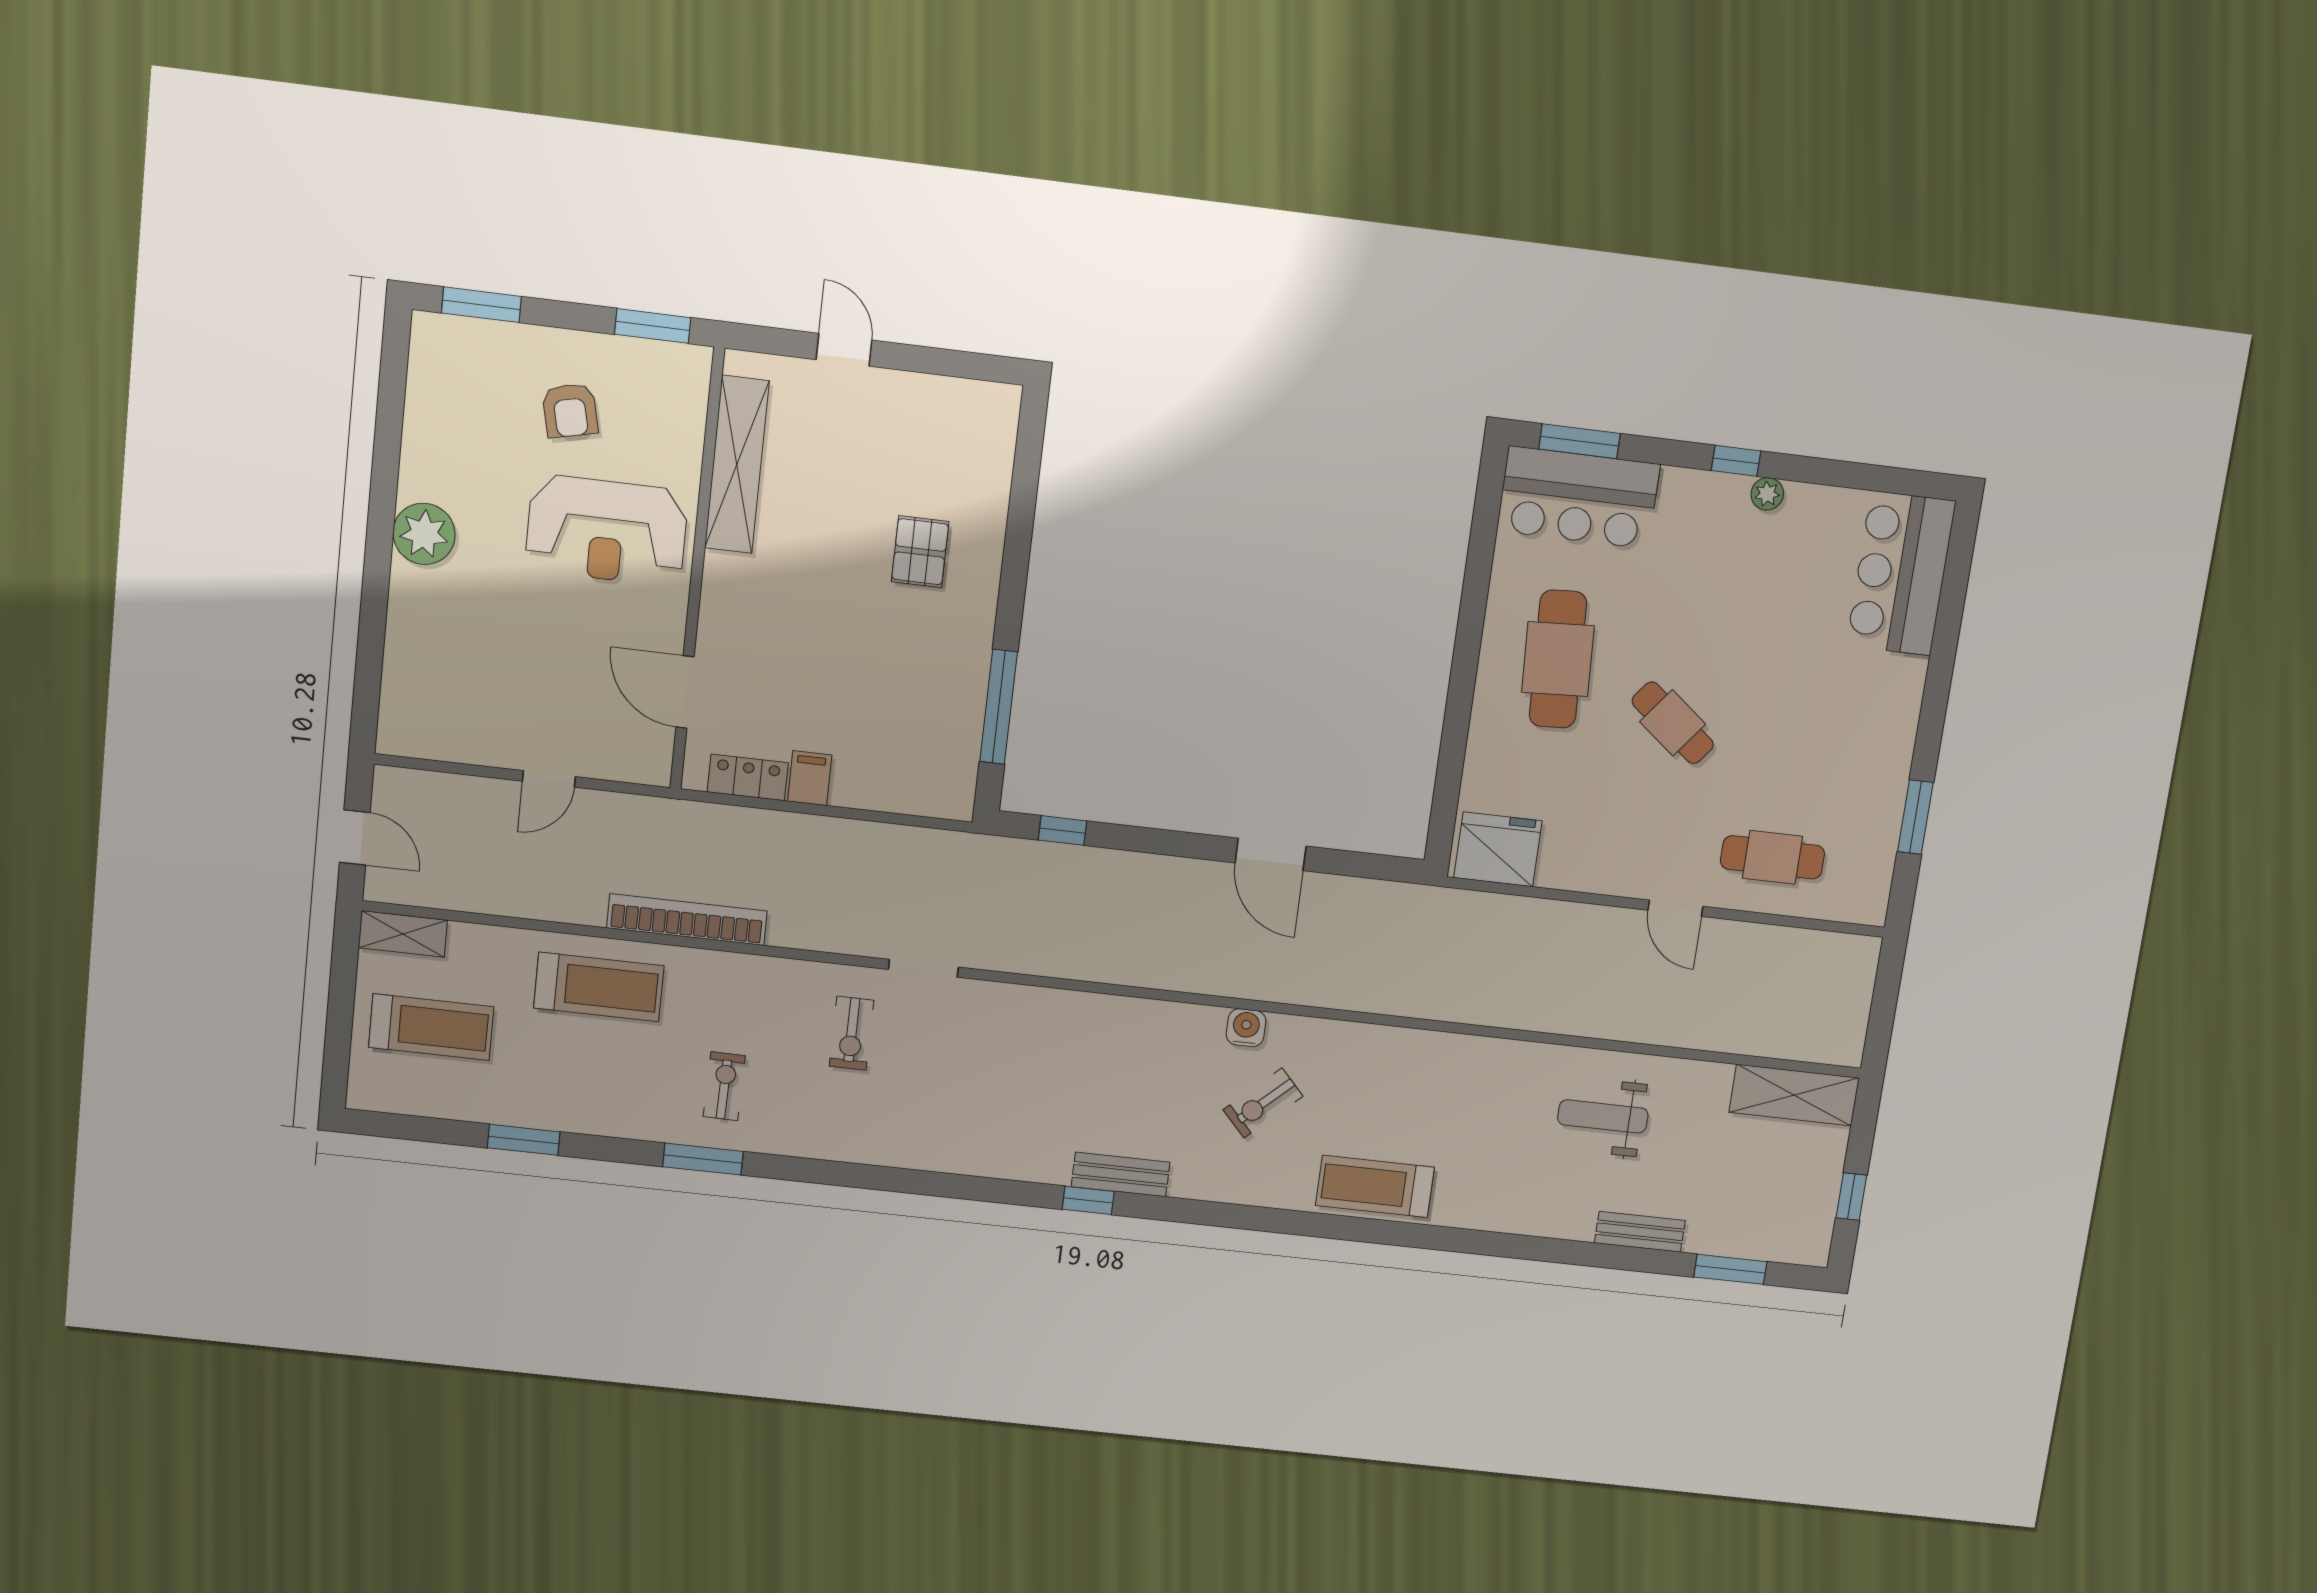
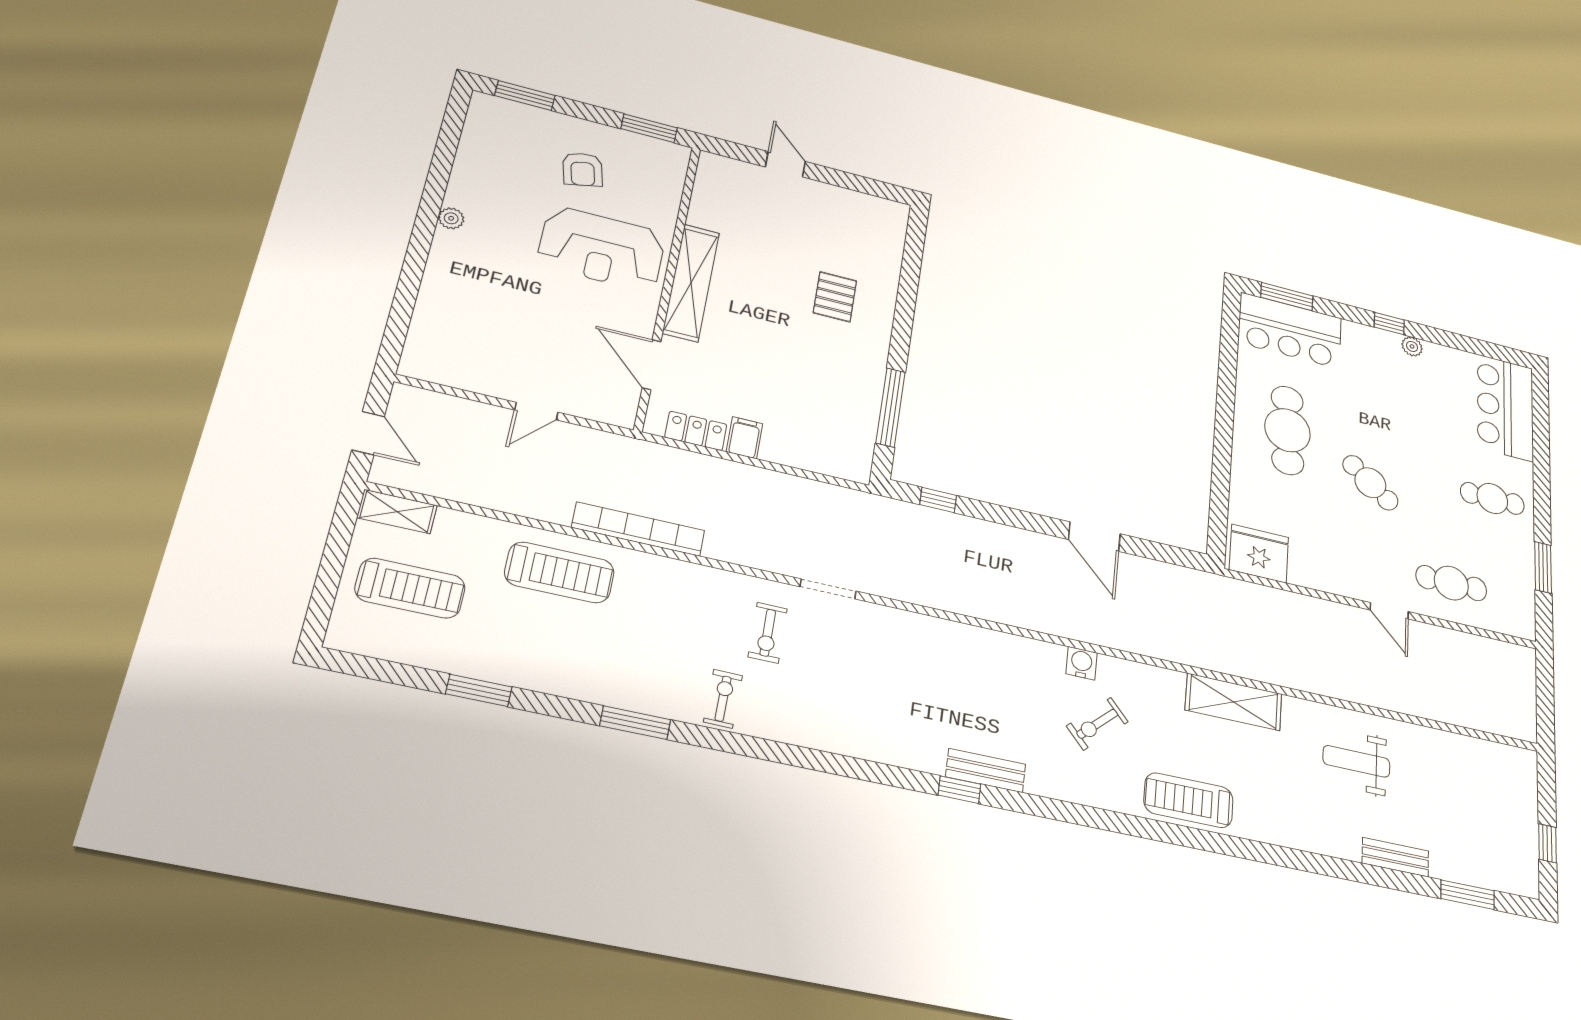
shelving: (737, 465) -> (691, 283), moved
plant: (424, 534) -> (451, 218), width x0.53, depth x0.53
cafe table: (1855, 722) -> (1492, 498), added
exercise bike: (724, 1086) -> (723, 699), moved
shelving: (1794, 1095) -> (1234, 702), moved

